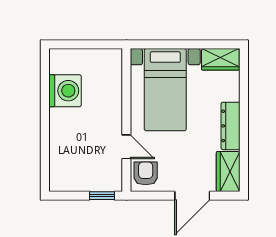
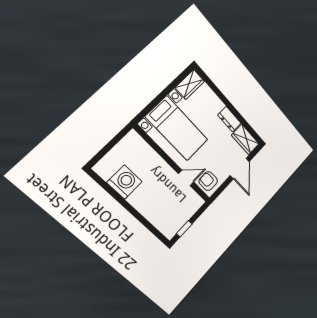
dresser: (230, 126) -> (229, 119), width x0.70
window: (102, 196) -> (184, 229), moved

